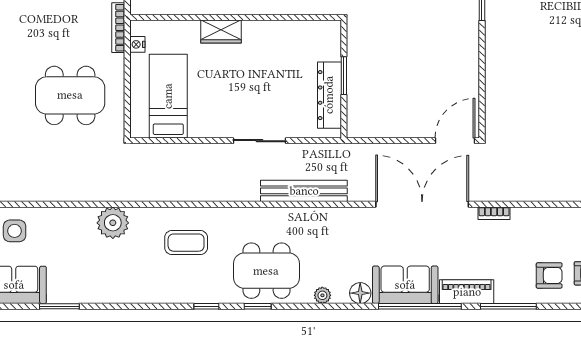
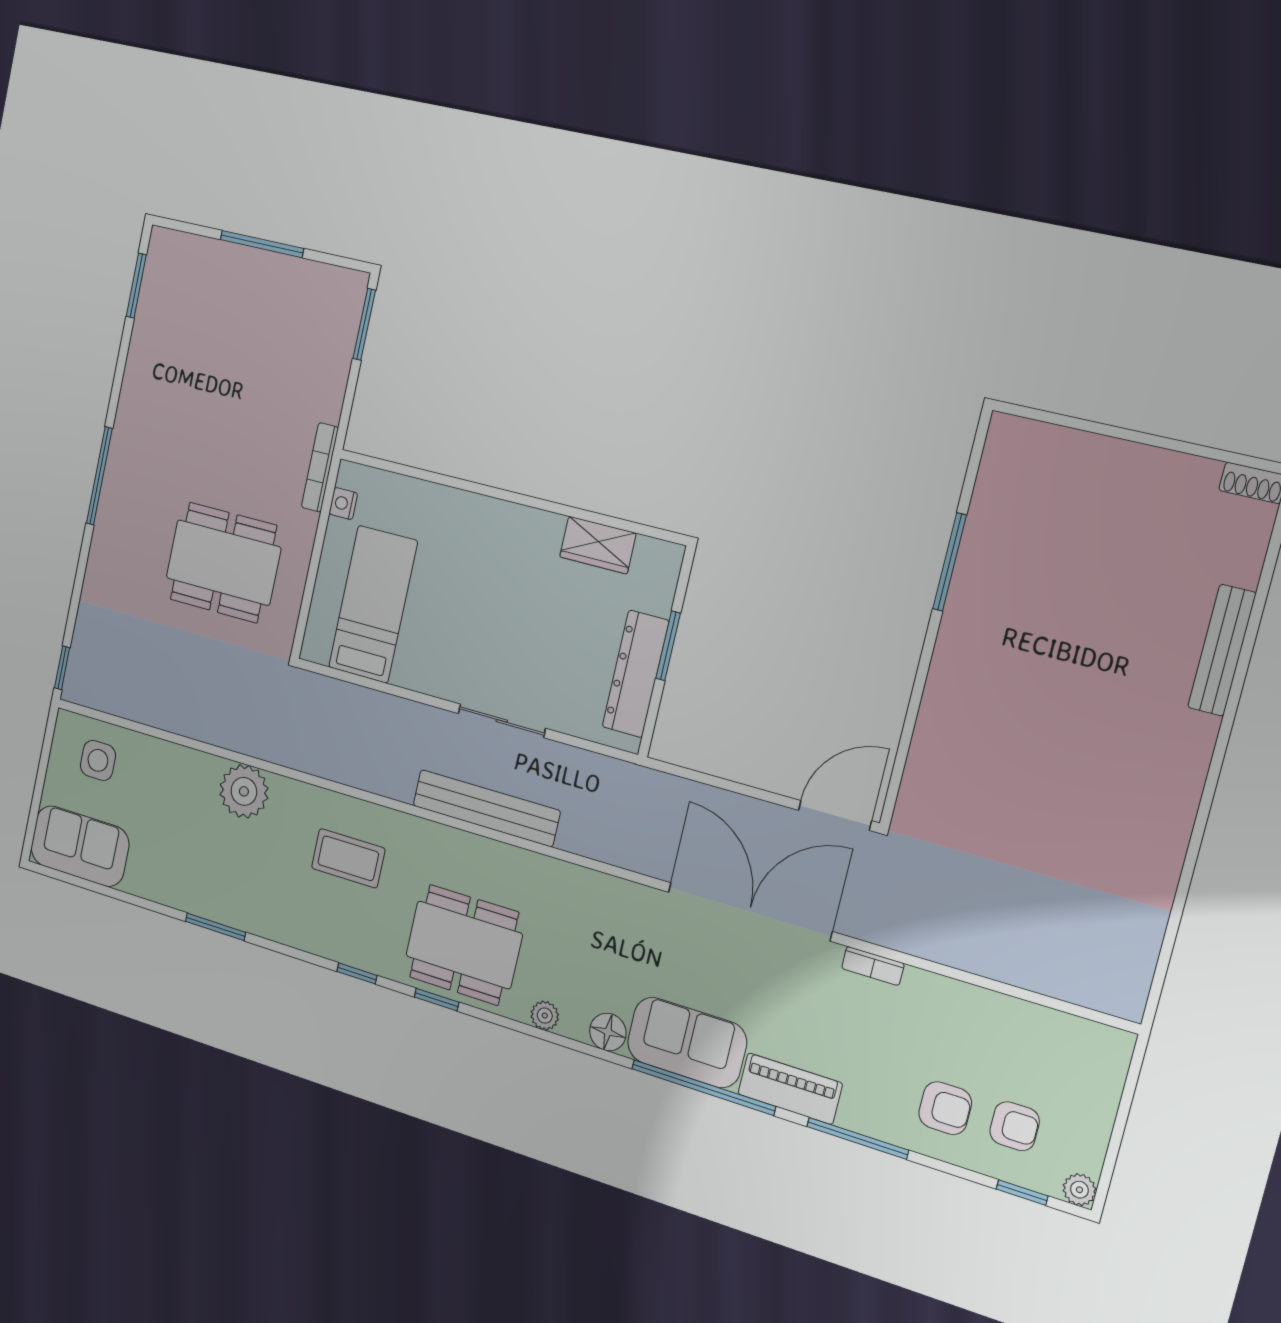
wardrobe: (221, 32) -> (598, 545), moved
bench: (304, 191) -> (486, 808), moved
window: (59, 306) -> (216, 927), moved

